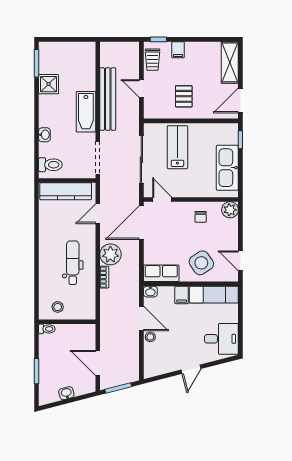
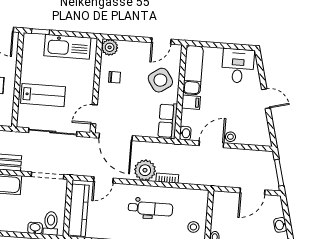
washbasin: (44, 135) -> (35, 228), moved
lab bench: (177, 147) -> (43, 95), turned 180
door: (98, 214) -> (103, 180), hinge flipped
dental chair: (73, 263) -> (150, 209), turned 180

